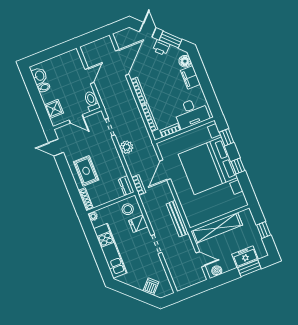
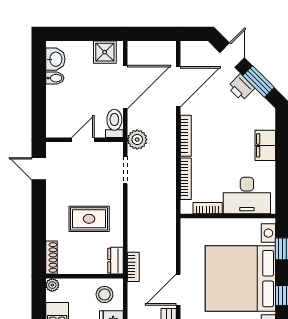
floor lamp: (185, 61) -> (267, 120), removed
door: (89, 76) -> (125, 87), width x1.88
shower: (54, 109) -> (105, 52), moved
door: (76, 119) -> (83, 140), swing flipped
plant: (126, 147) -> (137, 140), moved
door: (165, 170) -> (178, 290), moved
rug: (86, 171) -> (89, 219), moved, turned 90

